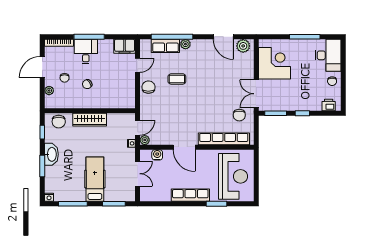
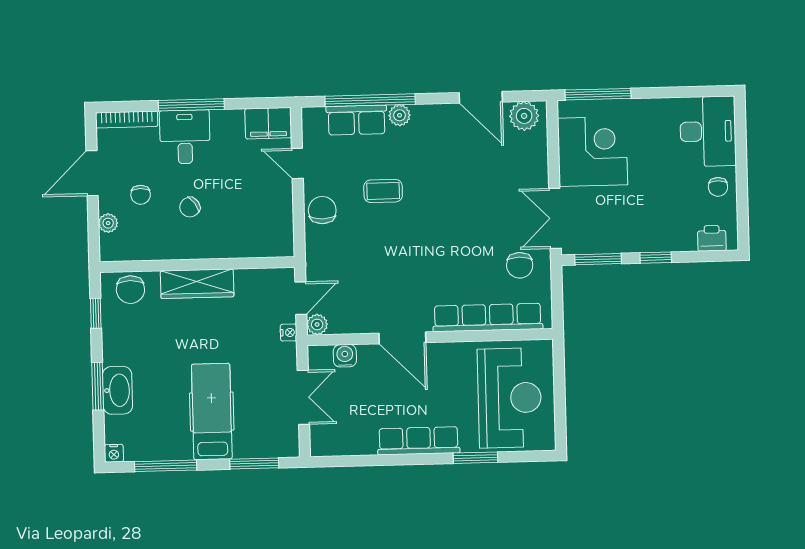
window: (305, 37) -> (598, 94), moved
door: (138, 65) -> (297, 163), swing flipped
washbasin: (51, 154) -> (117, 390), moved

